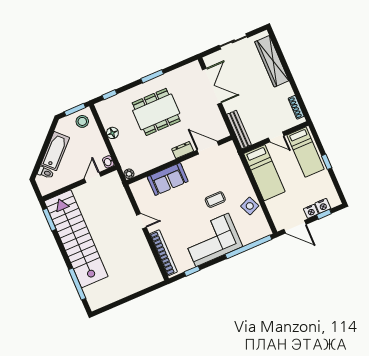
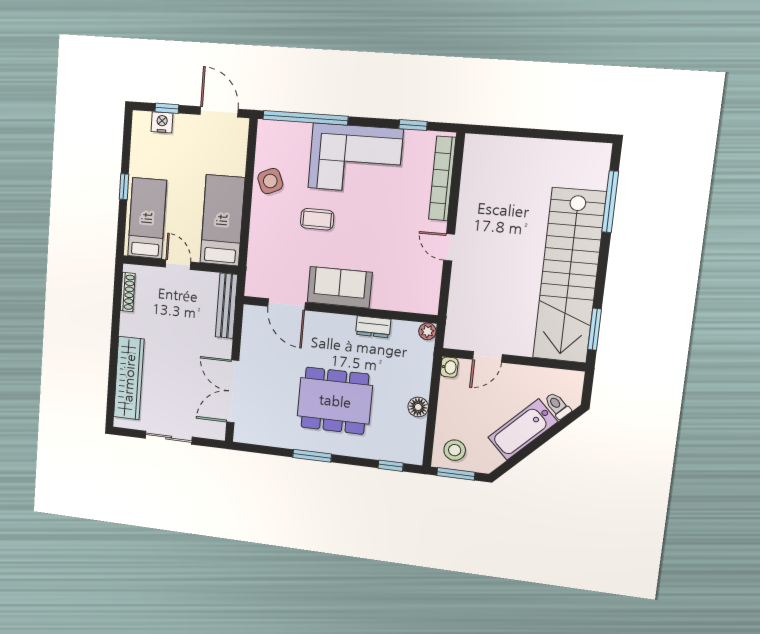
dresser: (183, 150) -> (373, 327), moved
sofa: (168, 179) -> (340, 287), moved
nightstand: (311, 211) -> (184, 123), removed

